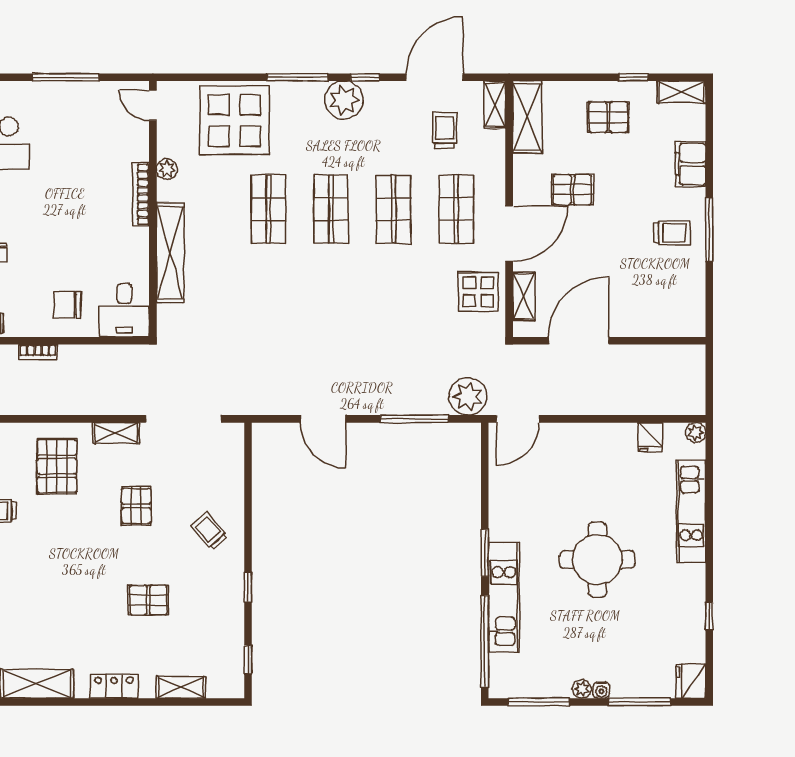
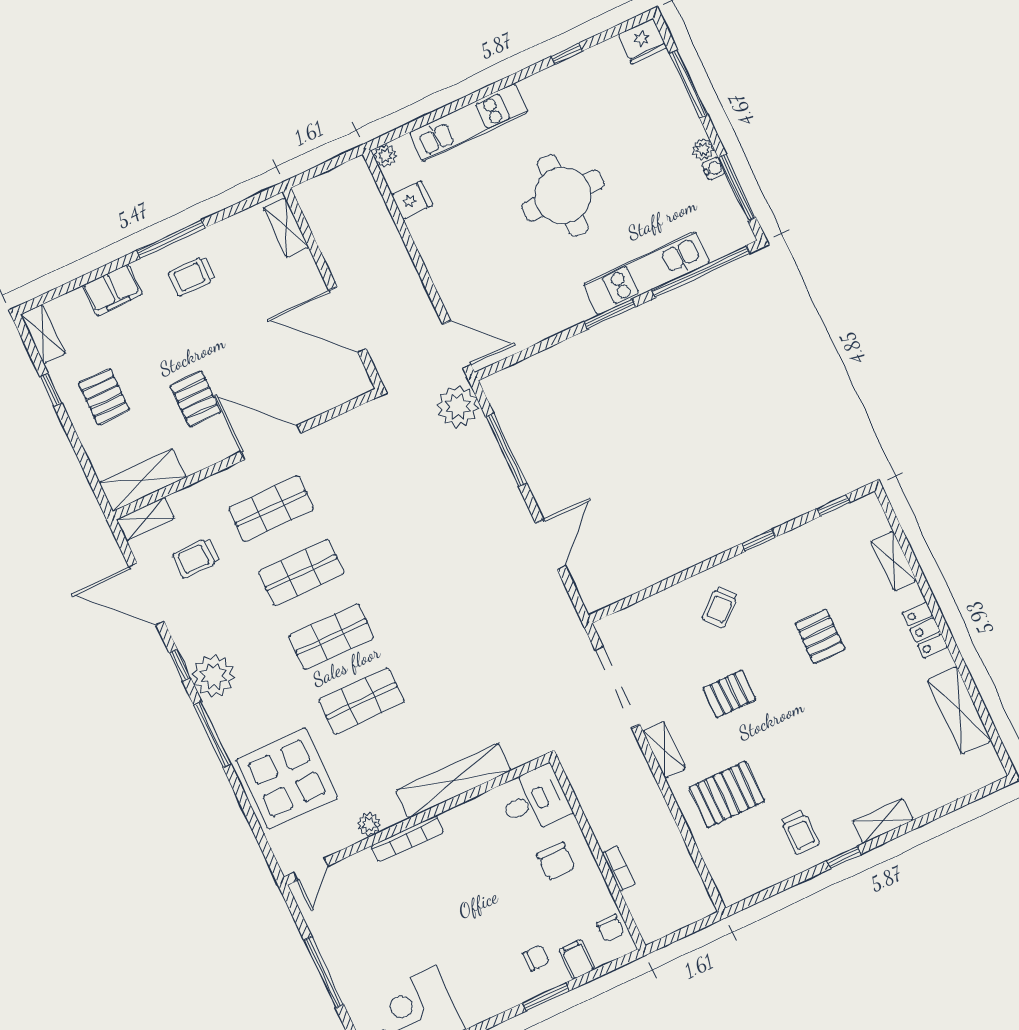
trolley: (672, 233) -> (192, 276), turned -90
display table: (478, 292) -> (345, 446), removed
shelving: (524, 296) -> (286, 228), moved, turned 90
water cooler: (601, 690) -> (713, 169), moved

